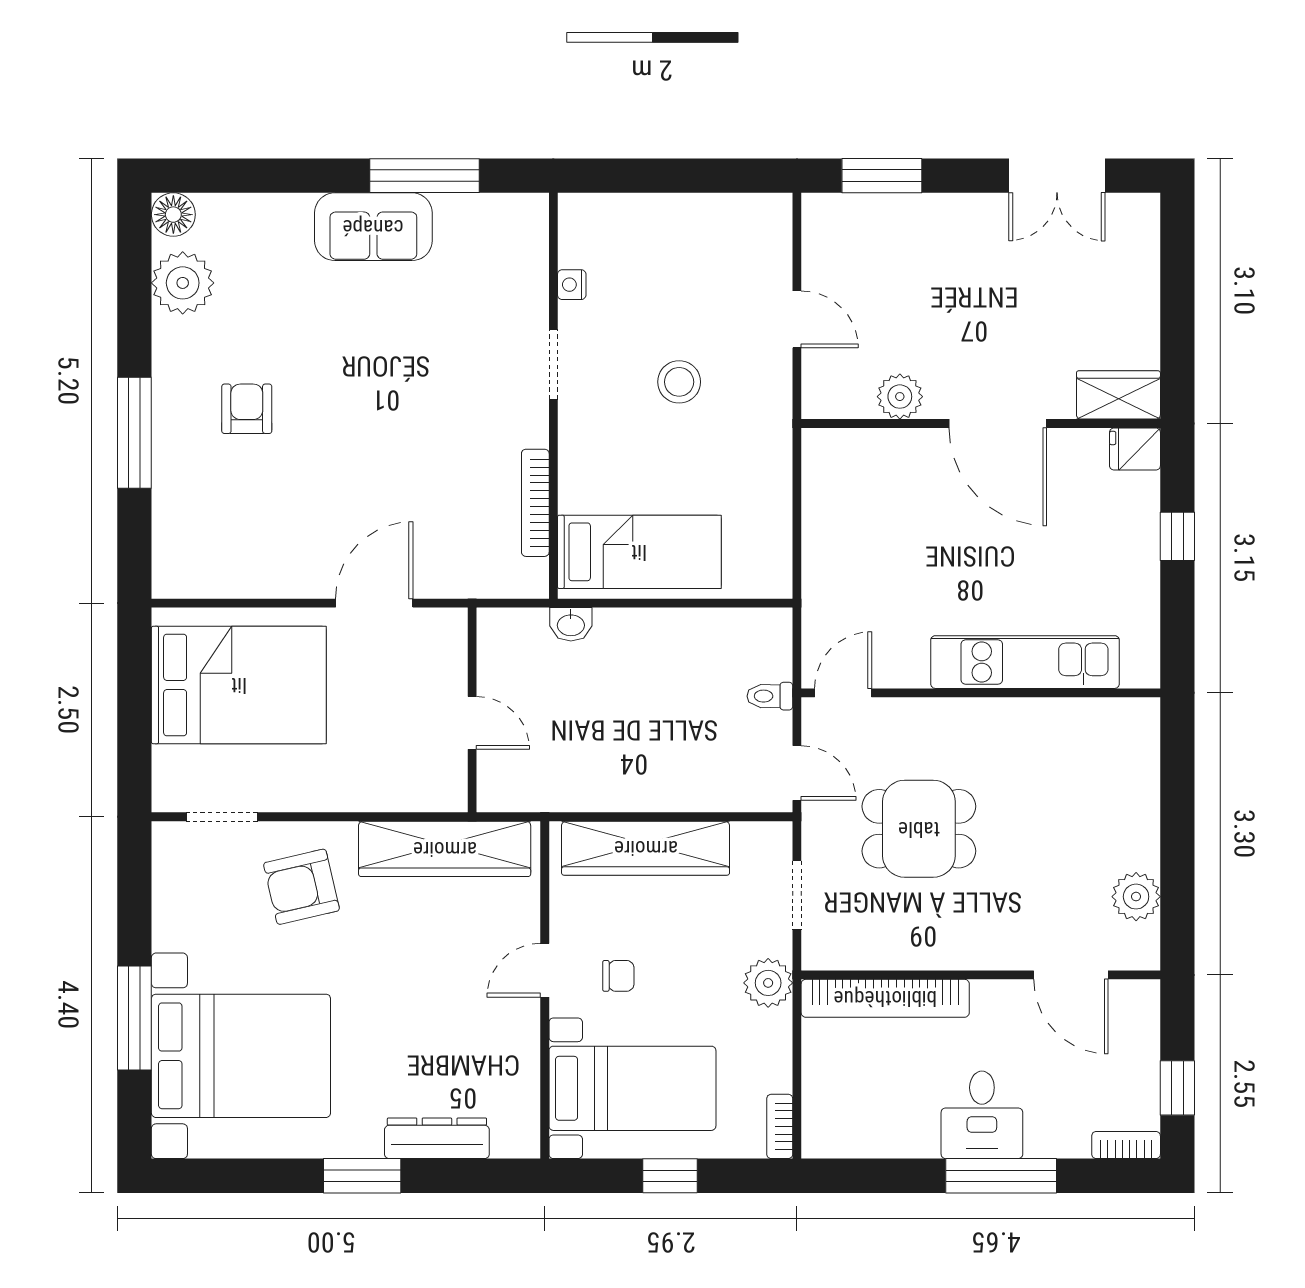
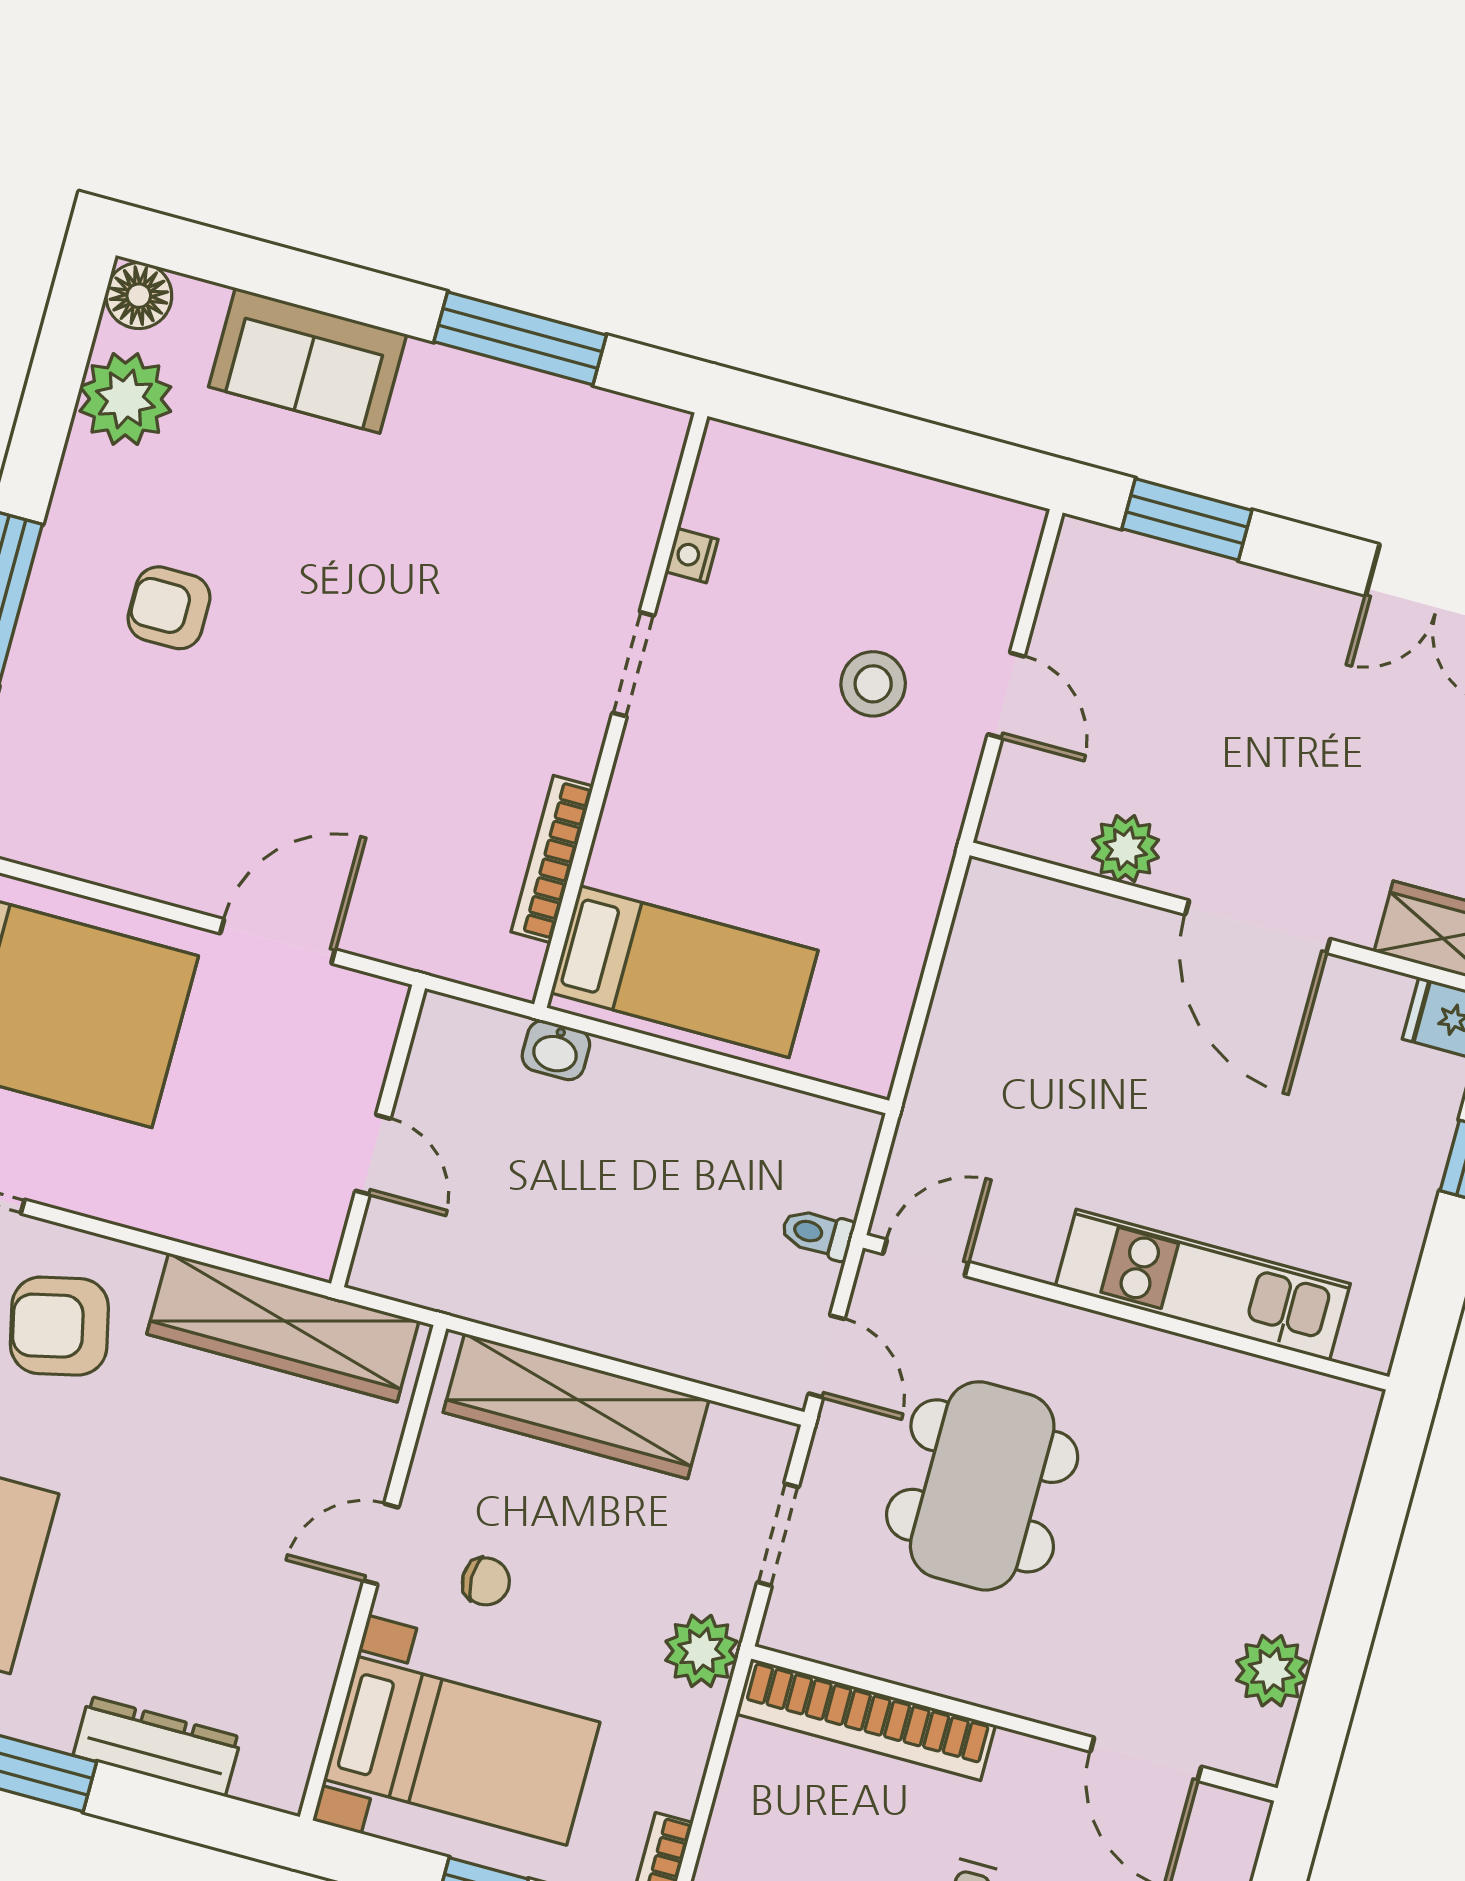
sofa: (373, 227) -> (308, 361), moved
stool: (679, 382) -> (873, 684), moved
armchair: (247, 409) -> (169, 608), turned -90
dining table: (919, 829) -> (982, 1486), width x1.38

